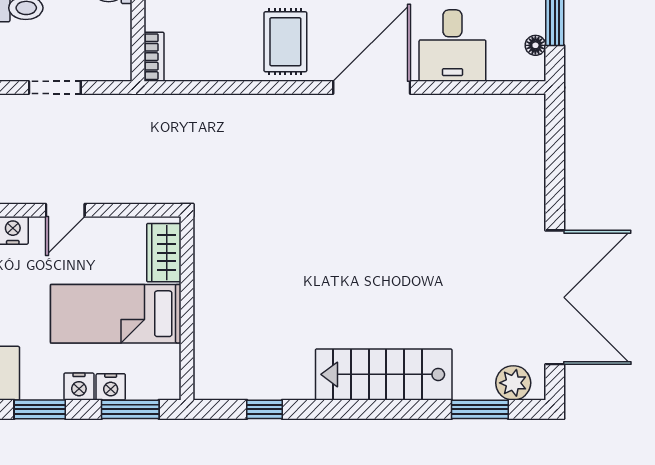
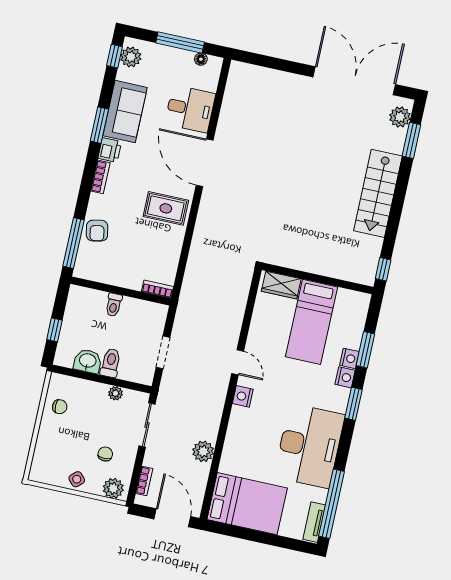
wardrobe: (164, 253) -> (281, 285), moved
wall: (187, 308) -> (318, 279), moved
bed: (116, 314) -> (312, 322), moved

